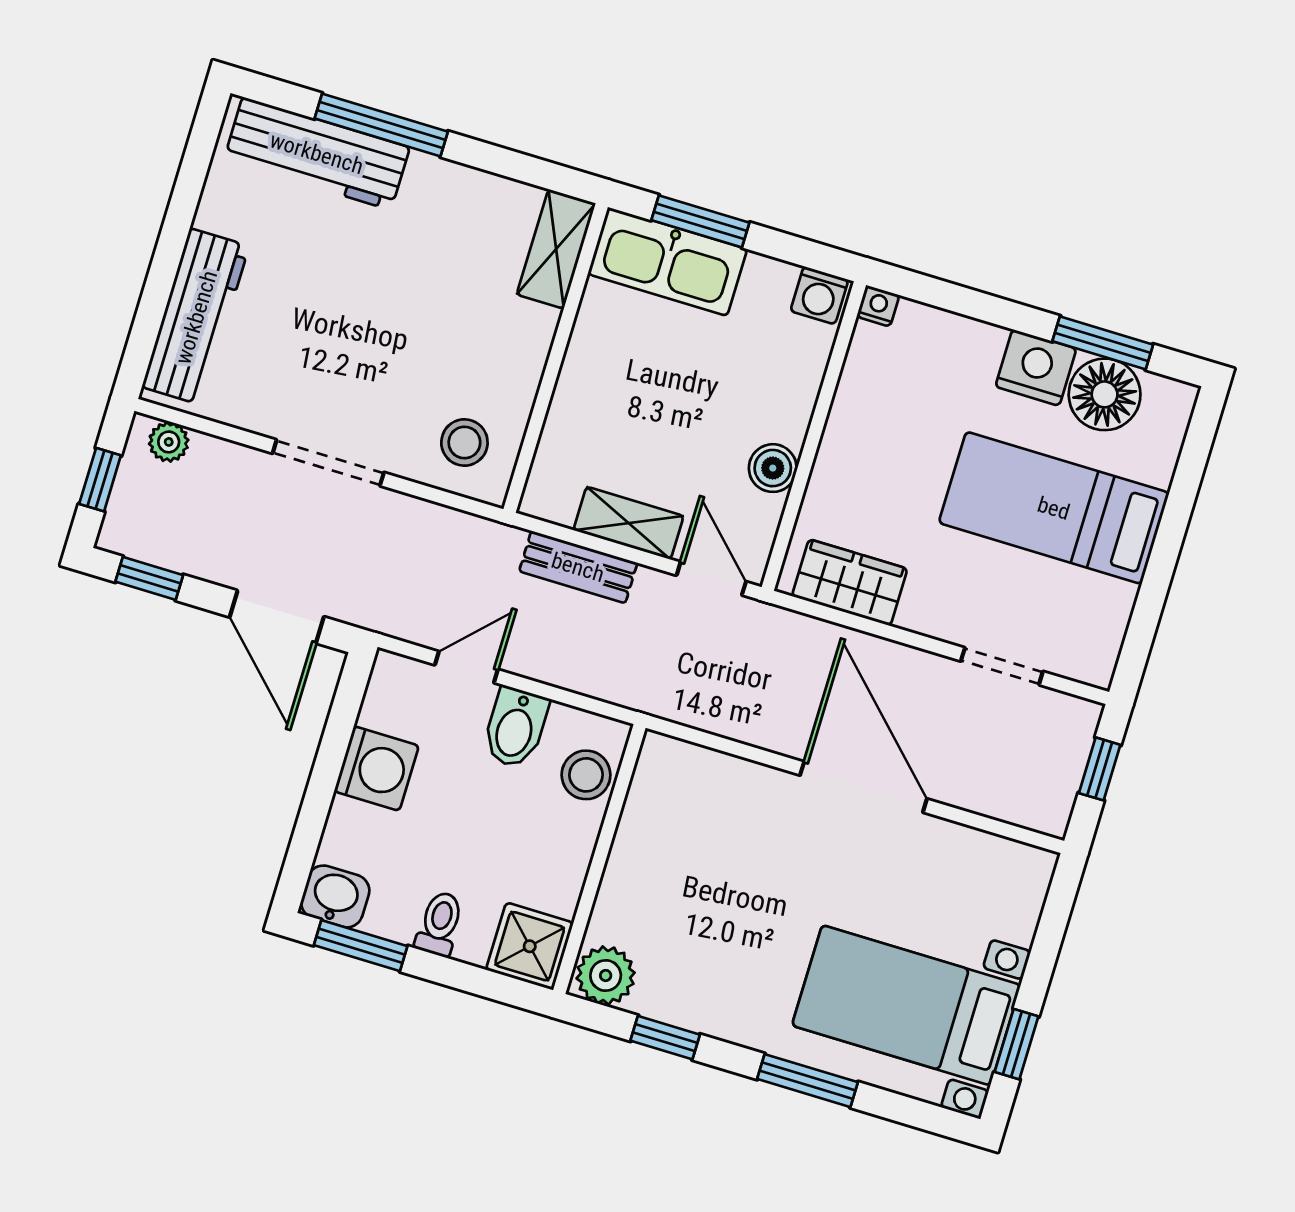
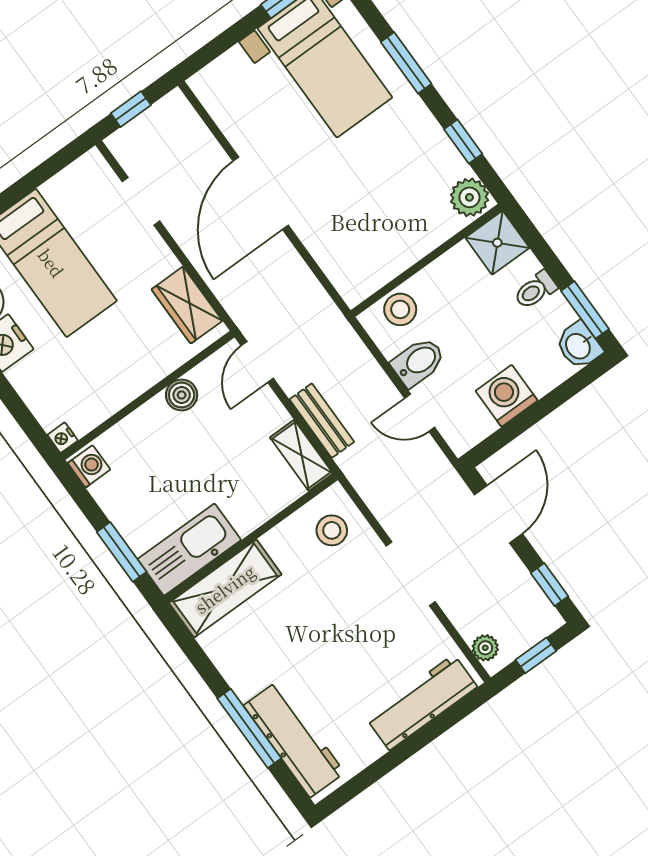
shelving: (556, 249) -> (225, 589), width x1.50, depth x1.33
kitchen sink: (667, 262) -> (189, 550), moved, turned -90
shelving: (628, 523) -> (301, 455), moved

